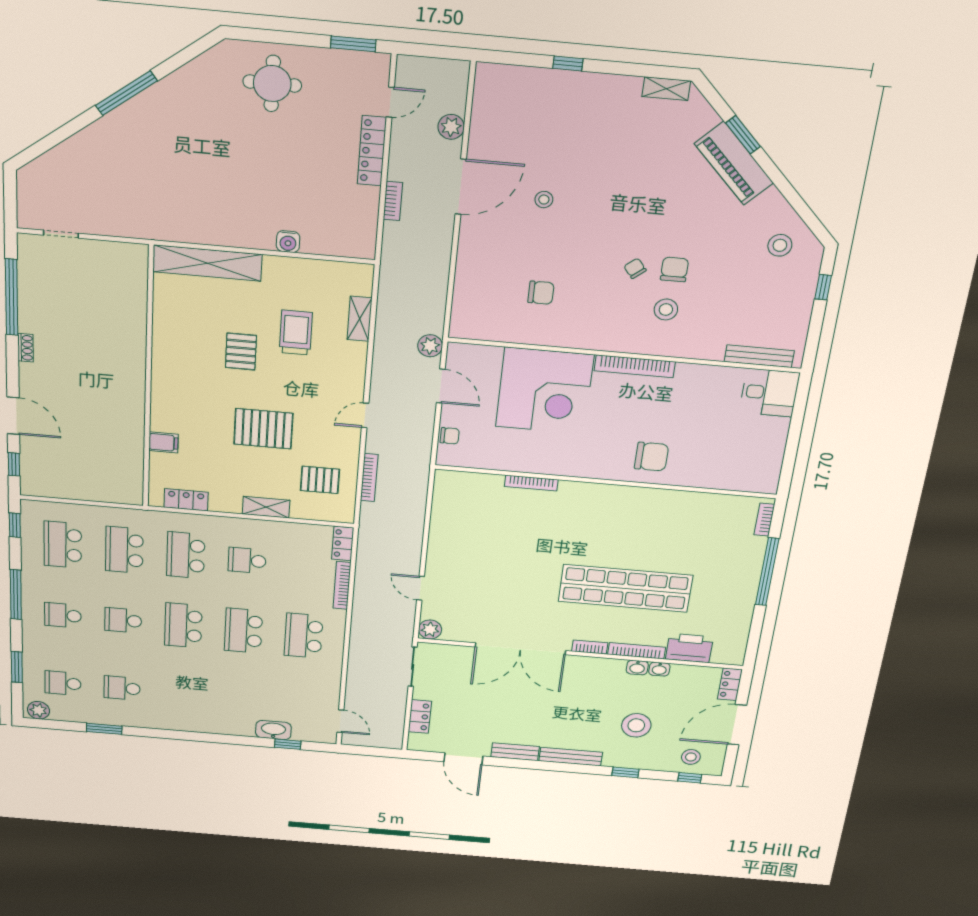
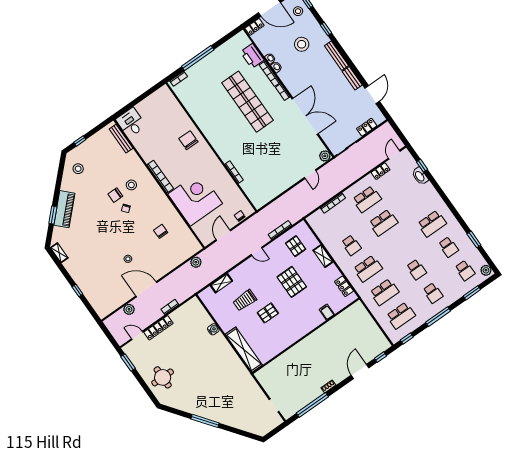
plant: (430, 346) -> (196, 262), moved
locker: (343, 543) -> (380, 171), moved
school desk: (183, 625) -> (432, 224), moved

